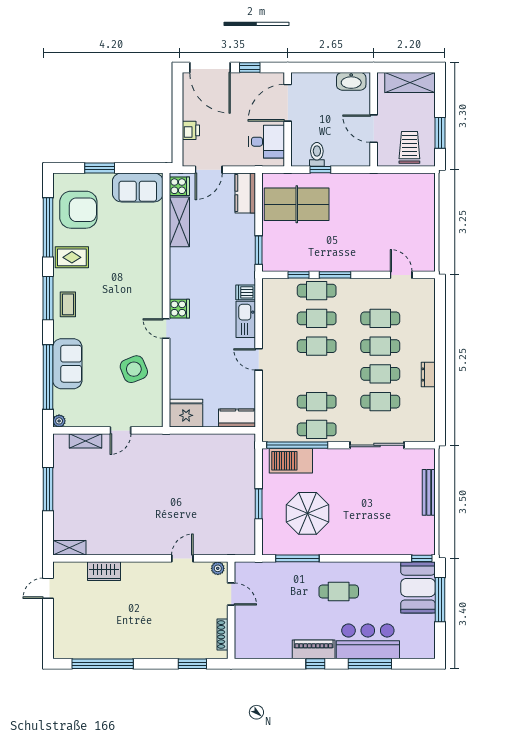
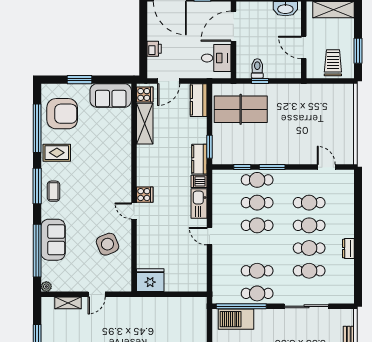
kitchen counter: (237, 418) -> (199, 159), moved, turned -90

